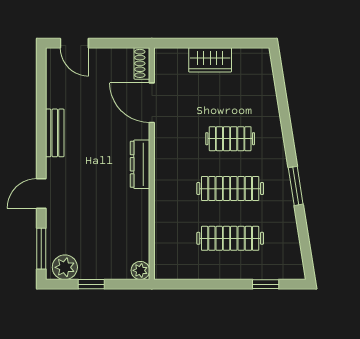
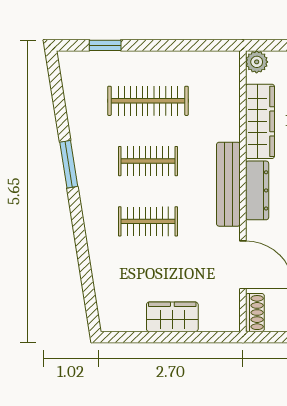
bench: (164, 169) -> (228, 184), added
clothes rail: (230, 189) -> (148, 161), width x0.73
wardrobe: (138, 221) -> (260, 121), added

